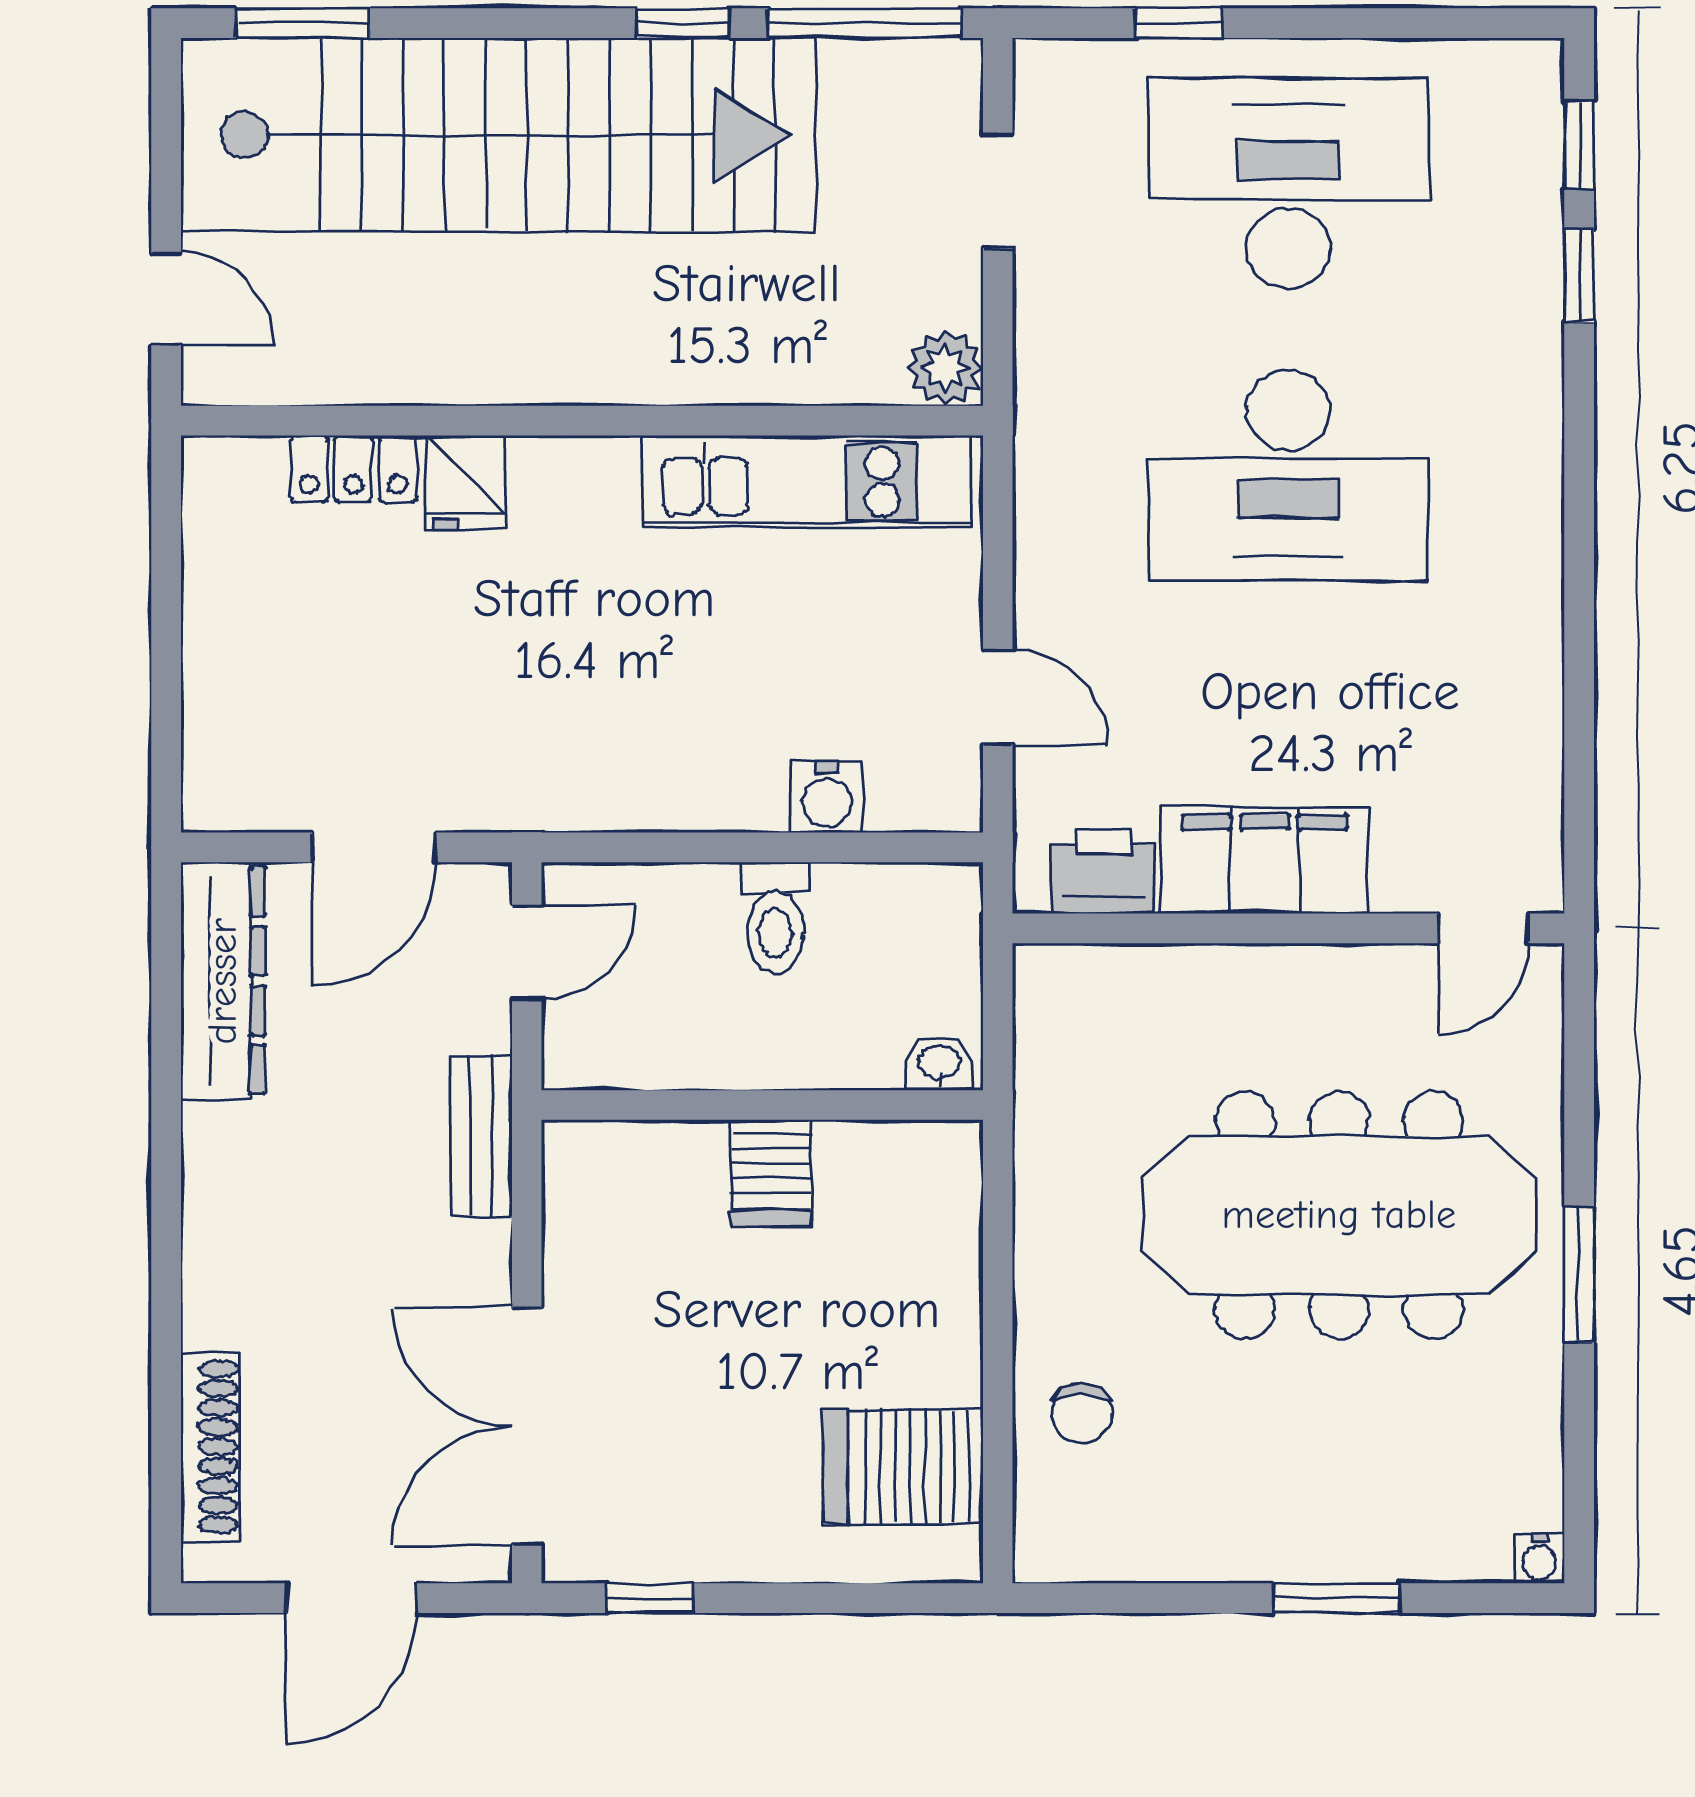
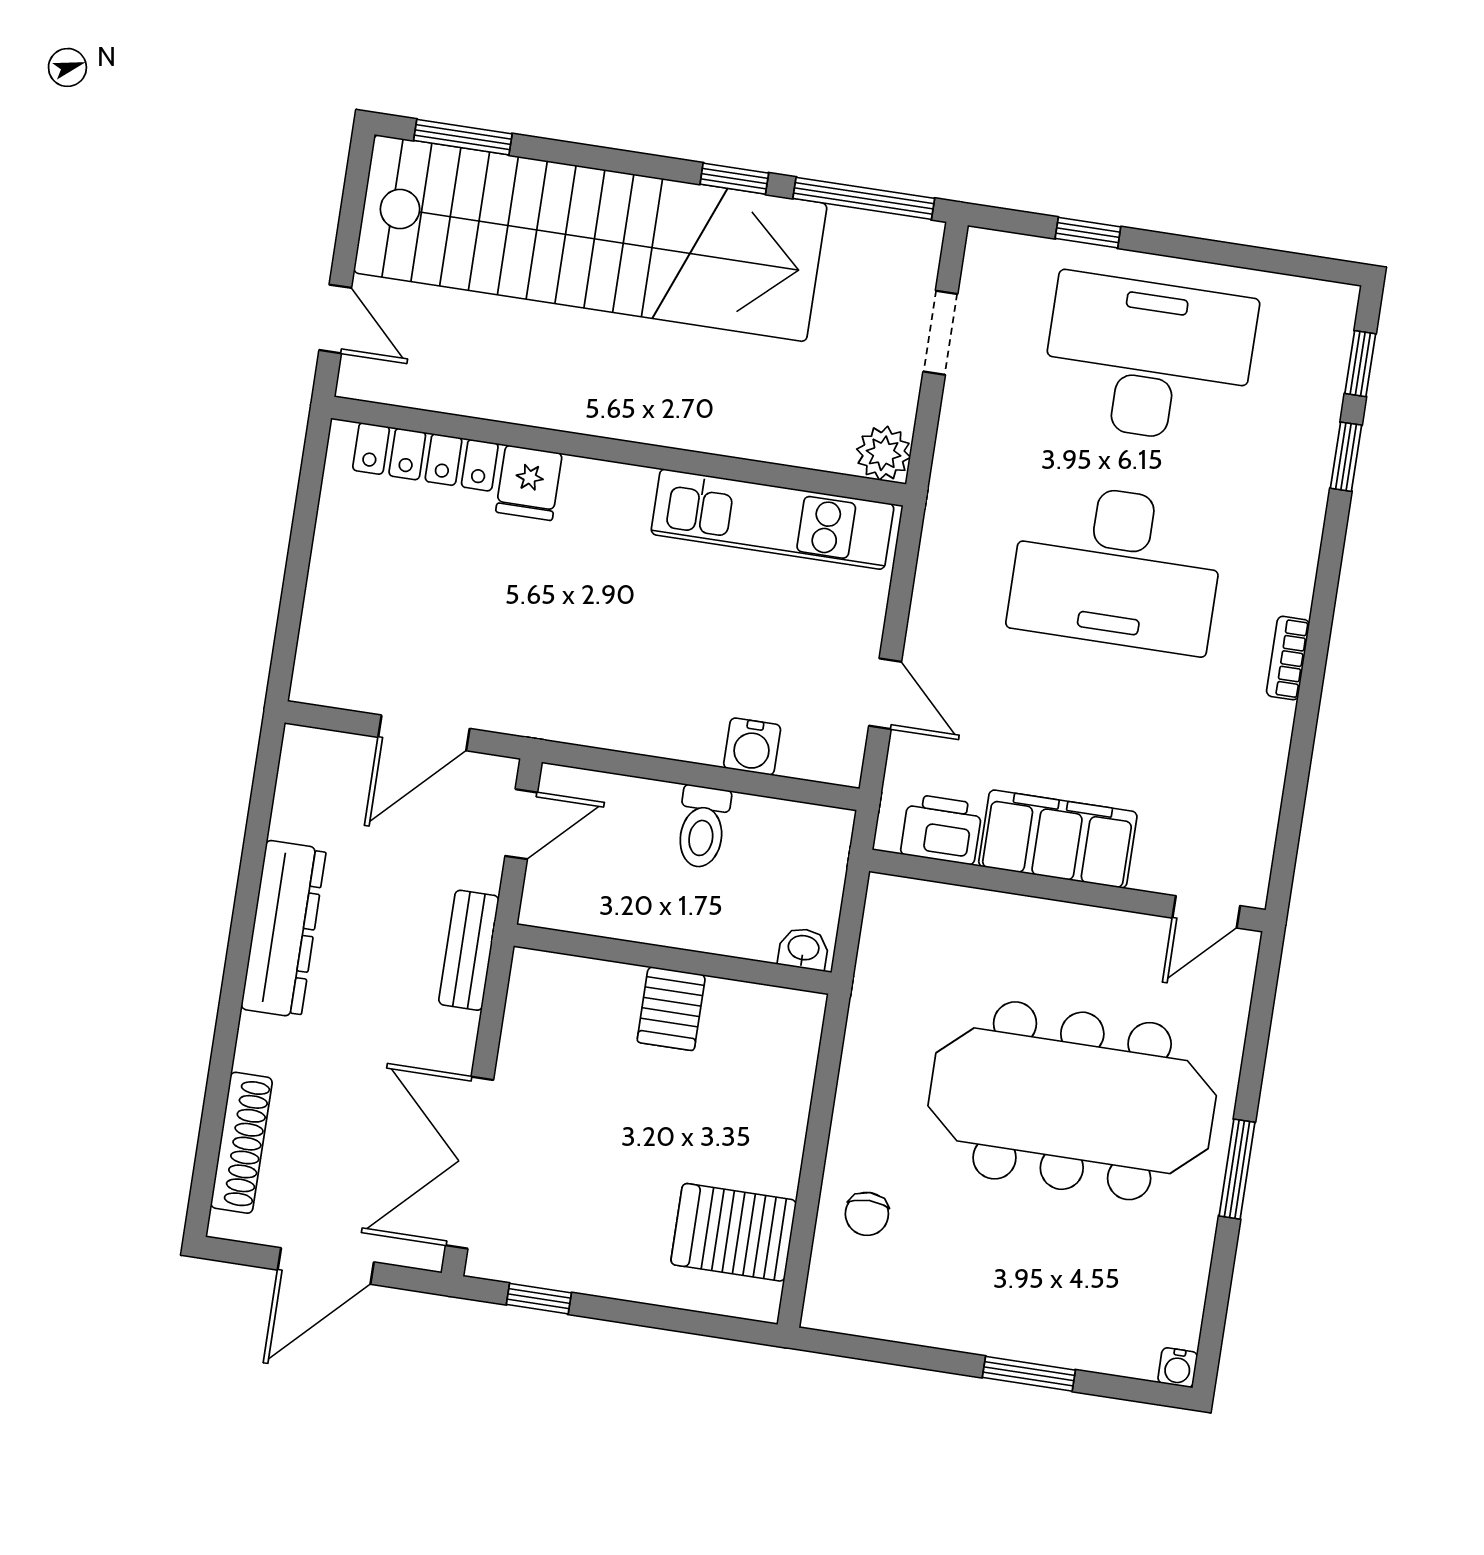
locker: (354, 469) -> (425, 457), width x1.53
bookcase: (1542, 564) -> (1288, 658), added
dresser: (223, 981) -> (284, 929), moved

